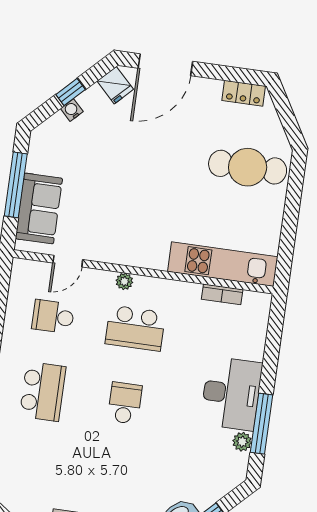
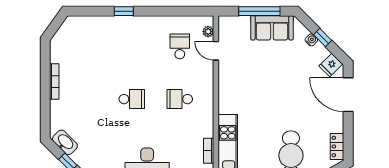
sofa: (39, 208) -> (272, 28), moved
plant: (124, 281) -> (208, 32), moved
school desk: (135, 328) -> (180, 99), width x0.54
school desk: (43, 391) -> (132, 46), removed

